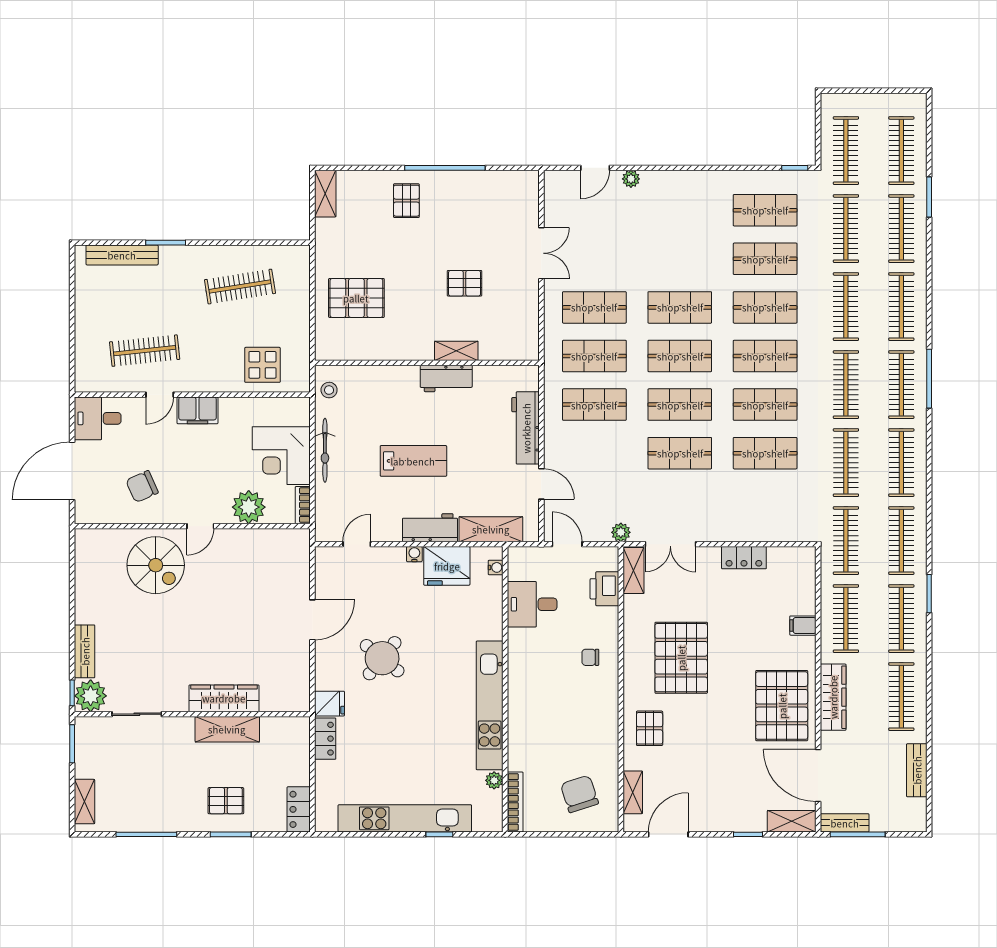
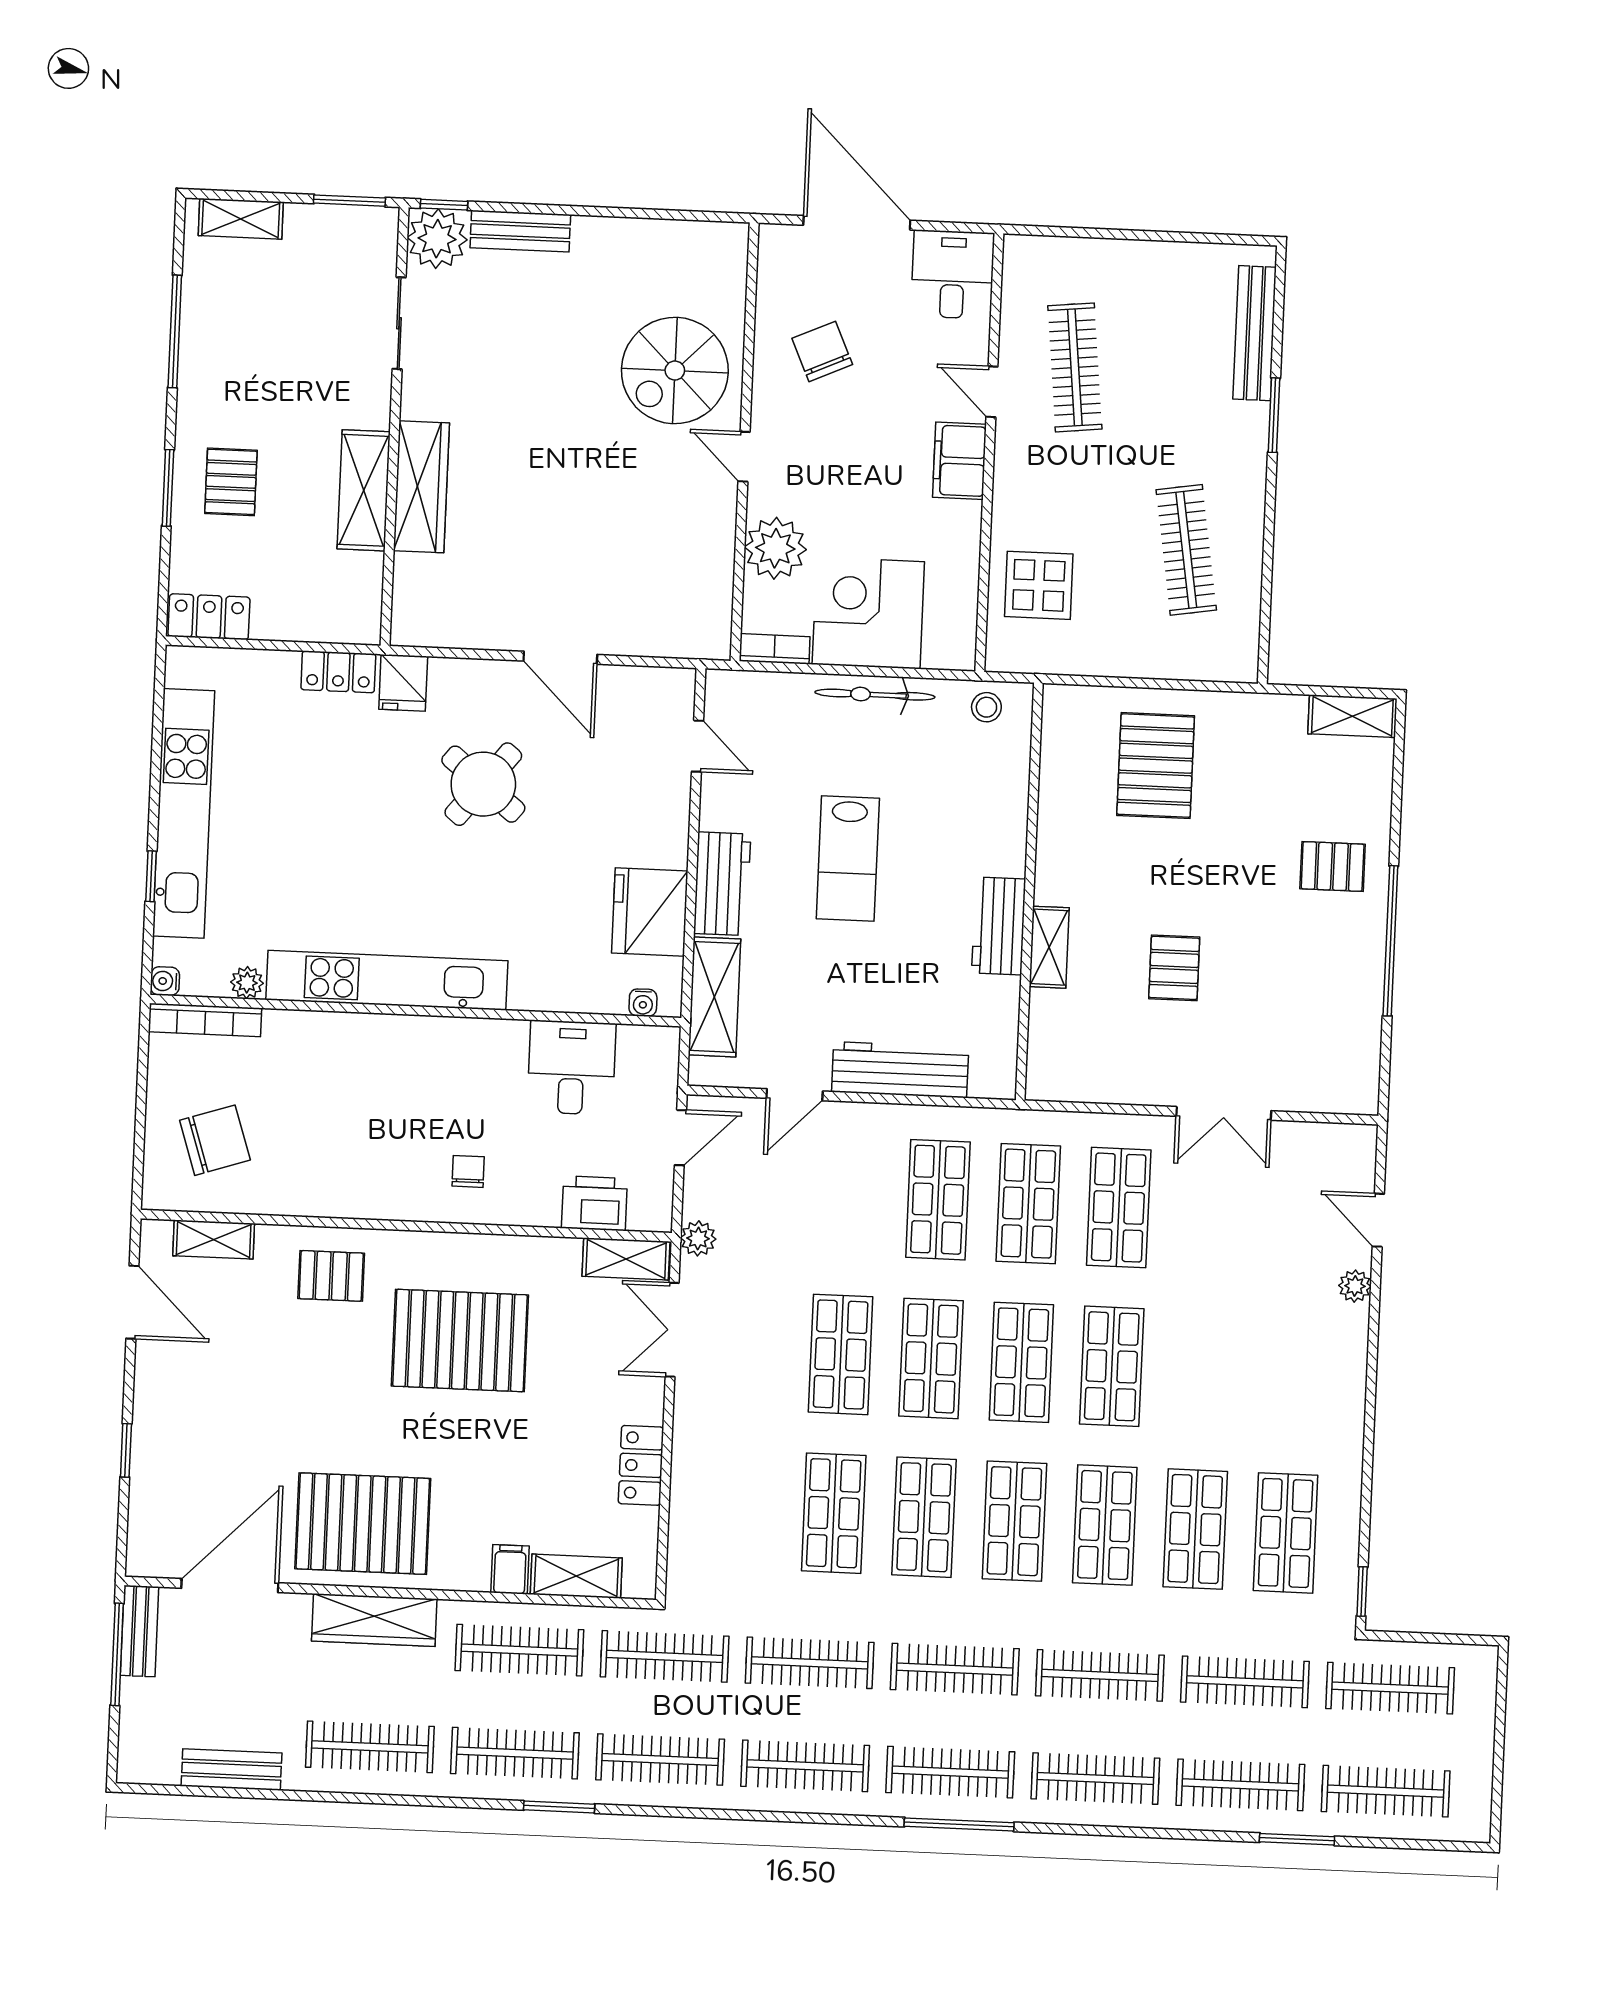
water cooler: (414, 554) -> (165, 981), moved, turned 180
shelving: (792, 821) -> (576, 1576), moved, turned 90

